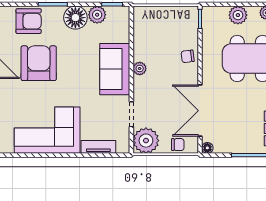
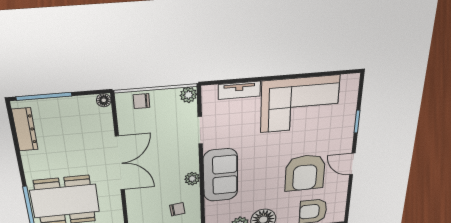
chair: (188, 56) -> (177, 209), moved
double door: (200, 111) -> (120, 163), moved
plant: (146, 141) -> (188, 95), width x0.53, depth x0.53

